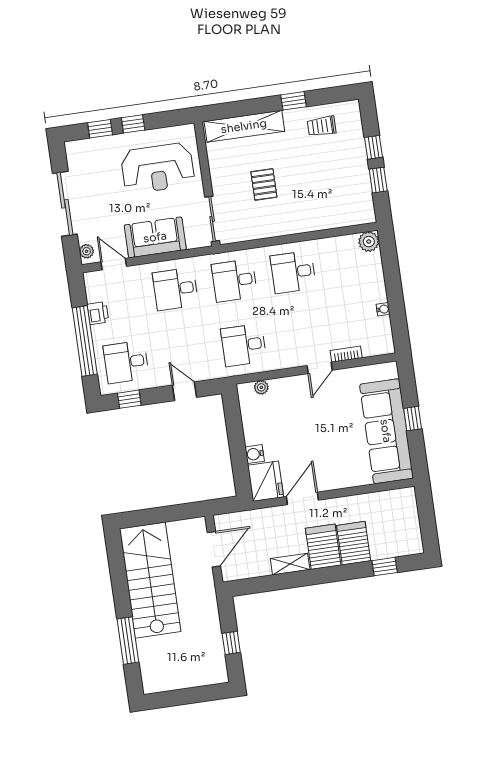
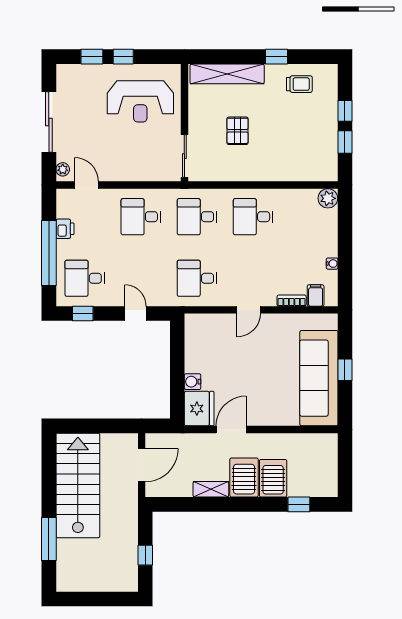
trolley: (322, 126) -> (299, 84), turned 180
sofa: (155, 237) -> (129, 166), removed
filing cabinet: (371, 345) -> (316, 295), added
door: (320, 368) -> (249, 310), moved
plant: (261, 387) -> (208, 320), removed

